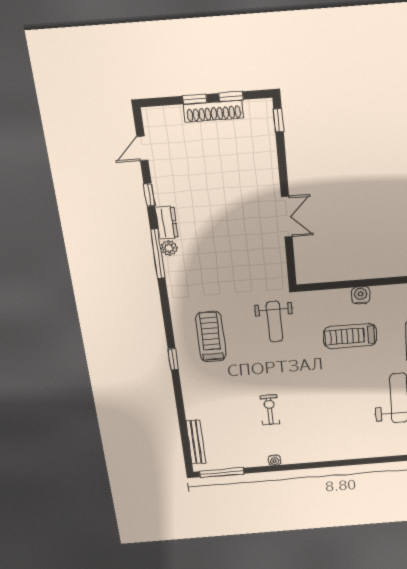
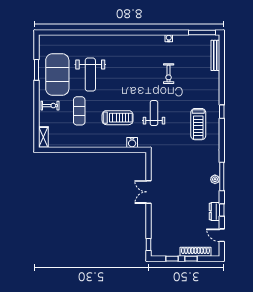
shoe rack: (214, 111) -> (195, 252), moved
door: (142, 148) -> (222, 235), swing flipped
dresser: (167, 223) -> (214, 212), moved
water cooler: (361, 295) -> (132, 143), moved
weight bench: (275, 322) -> (154, 113), moved

